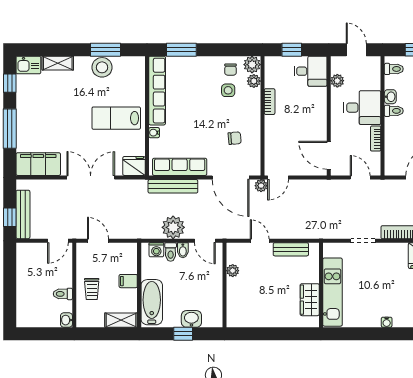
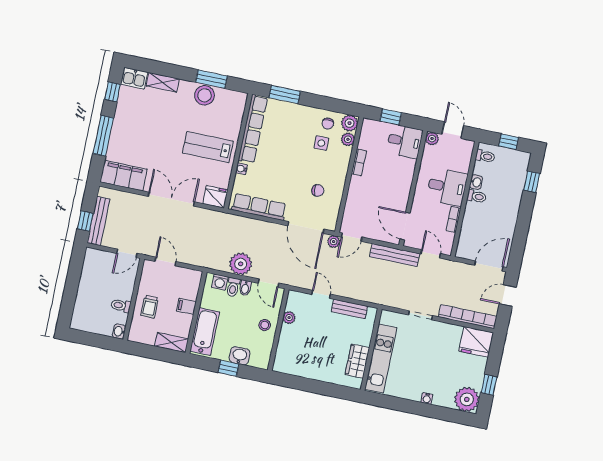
plant: (337, 81) -> (432, 139), moved
bench: (173, 186) -> (395, 255), moved
stool: (210, 283) -> (265, 325), added

